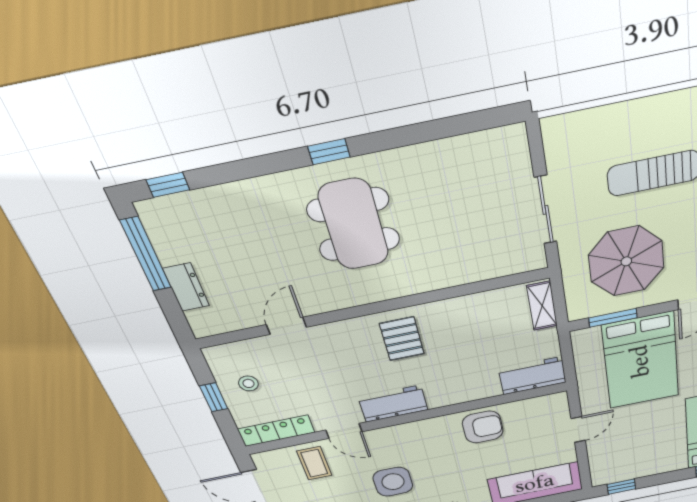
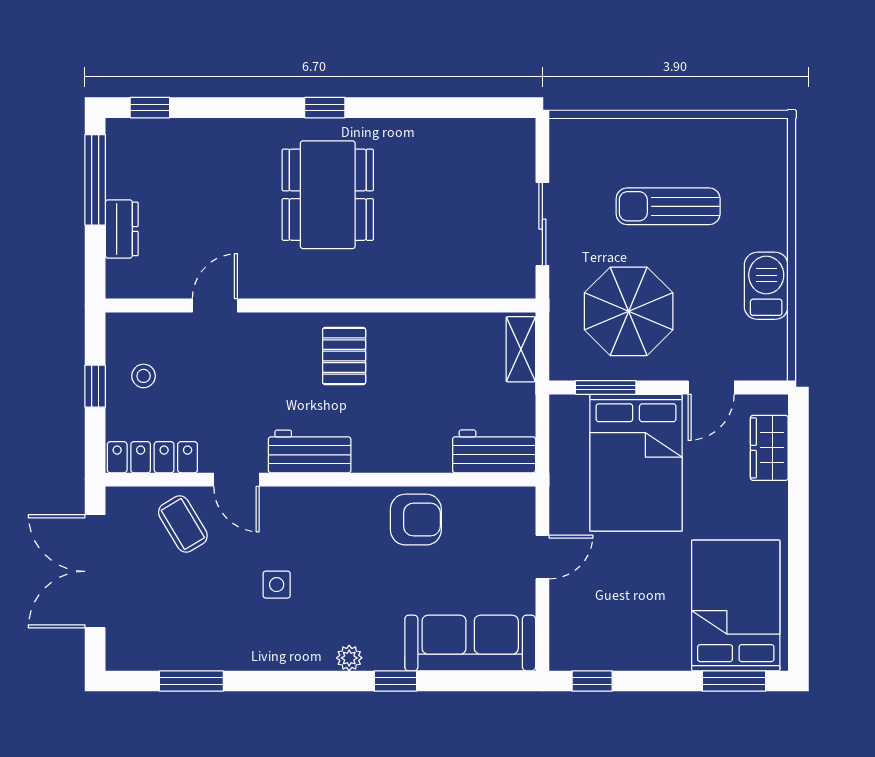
coffee table: (314, 463) -> (183, 524), turned -31
side table: (393, 482) -> (277, 585), width x0.54, depth x0.54

